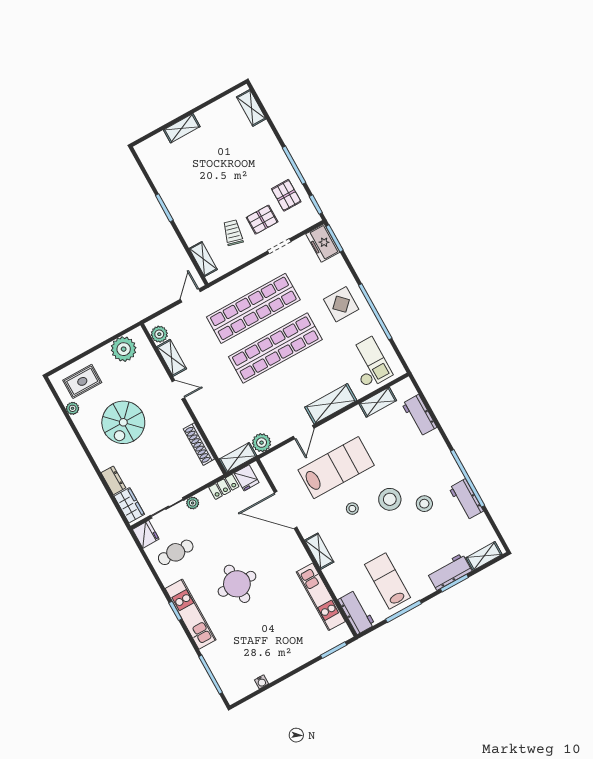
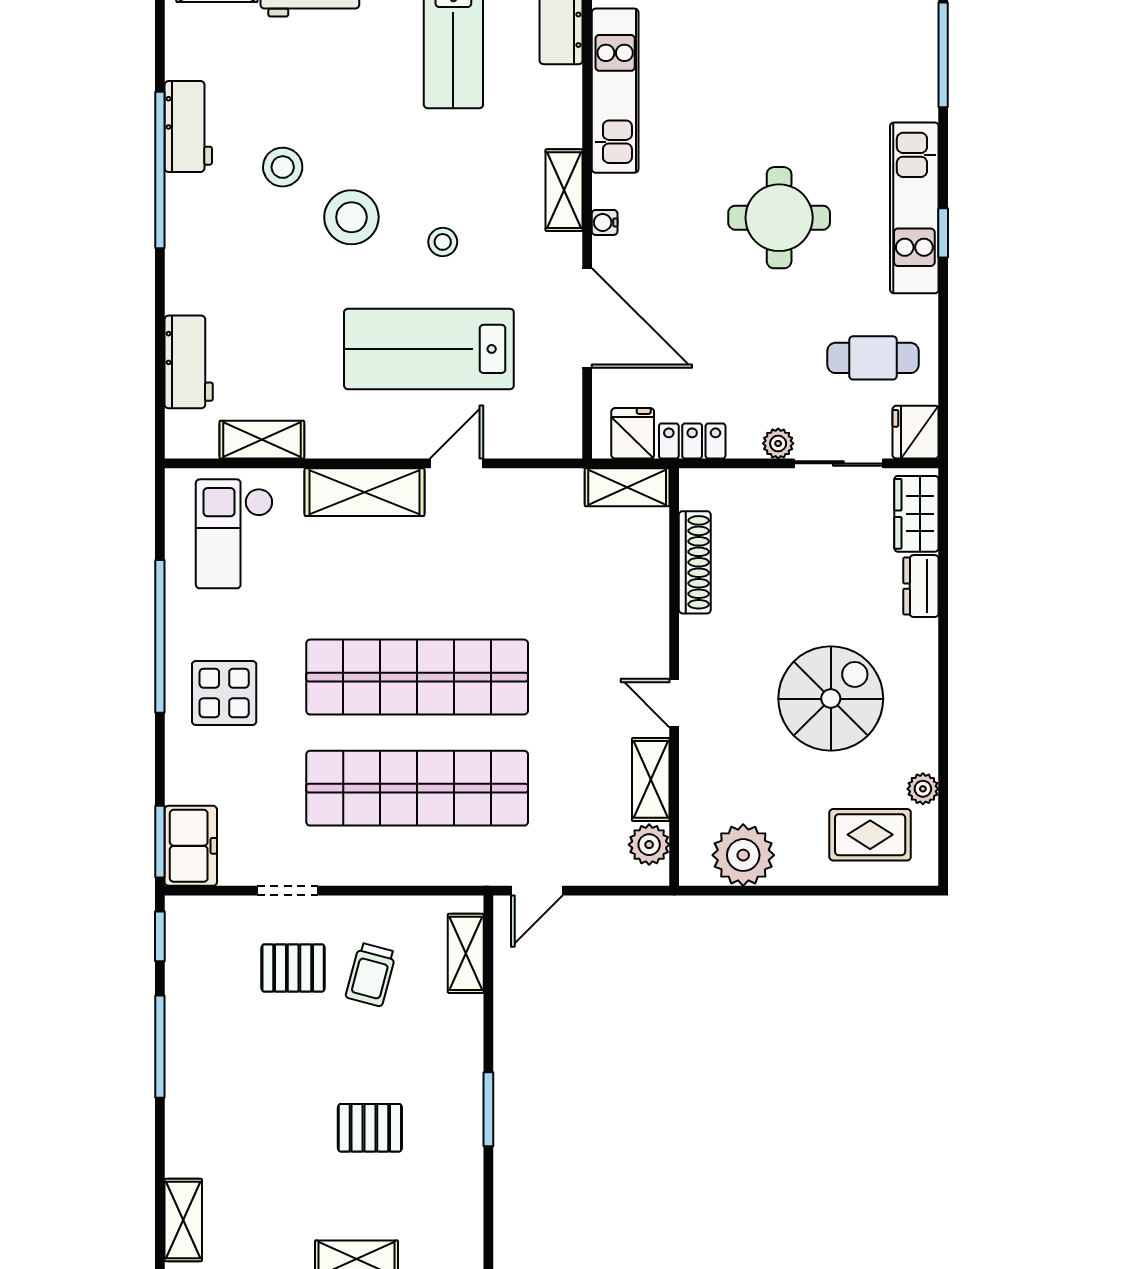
pallet: (286, 195) -> (370, 1128), moved, turned 90
plant: (262, 443) -> (559, 491), removed
water cooler: (298, 548) -> (605, 222), added

